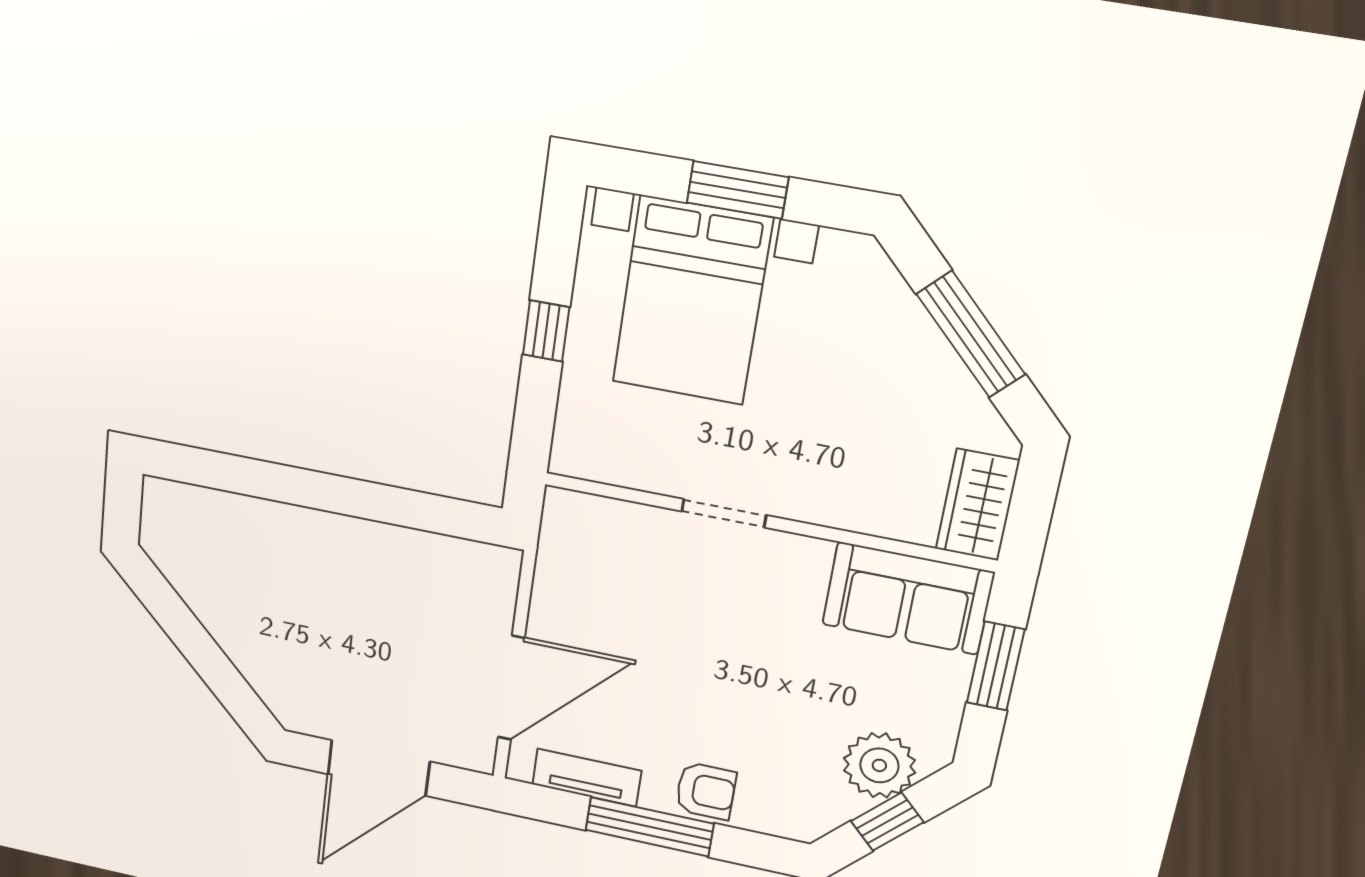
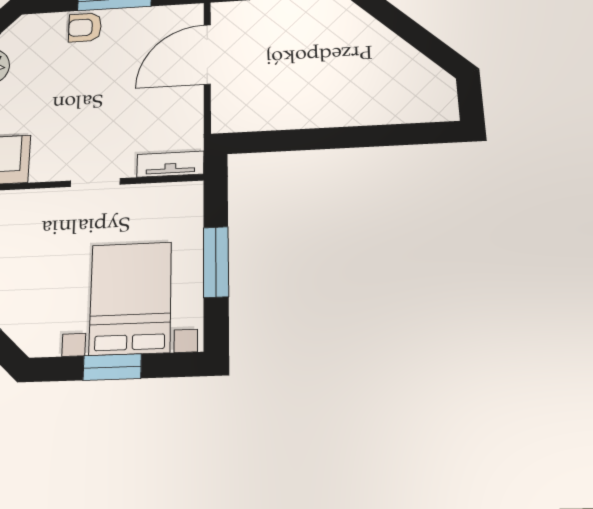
window: (546, 331) -> (216, 262), width x2.17
tv unit: (587, 778) -> (170, 164), moved, turned 180

